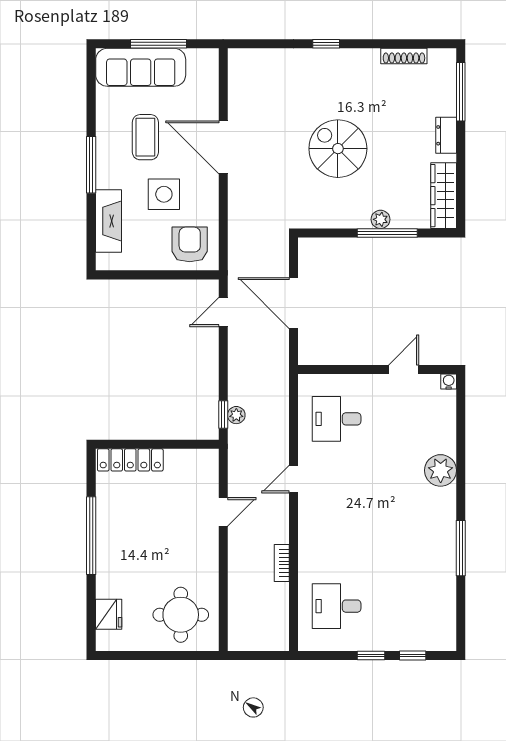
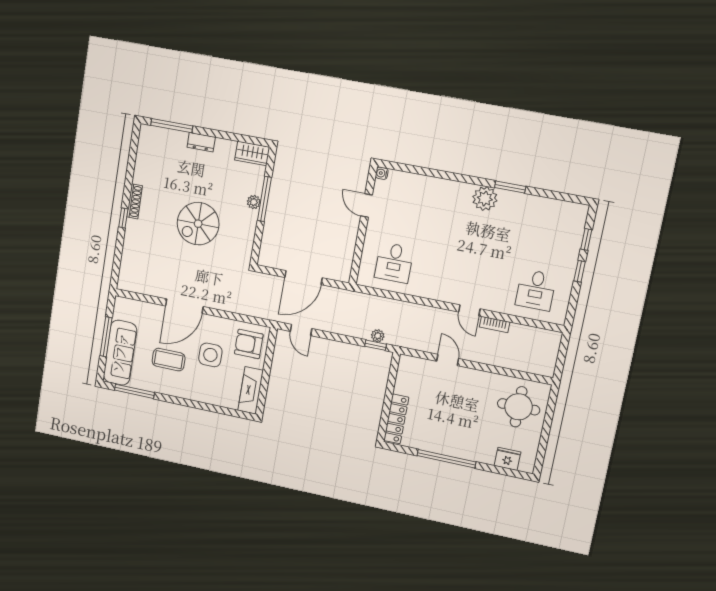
shoe rack: (404, 56) -> (135, 201), moved
window: (91, 165) -> (134, 391), moved
wardrobe: (444, 196) -> (252, 153), width x0.67
fireplace: (108, 221) -> (251, 390), moved, turned -90
plant: (441, 470) -> (485, 199), moved
door: (294, 479) -> (469, 310), moved
window: (461, 548) -> (510, 187), width x0.69

